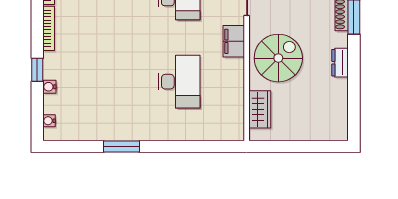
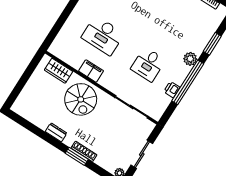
filing cabinet: (234, 41) -> (91, 71), moved

